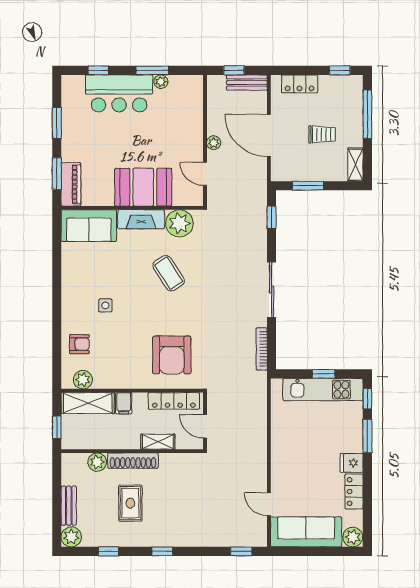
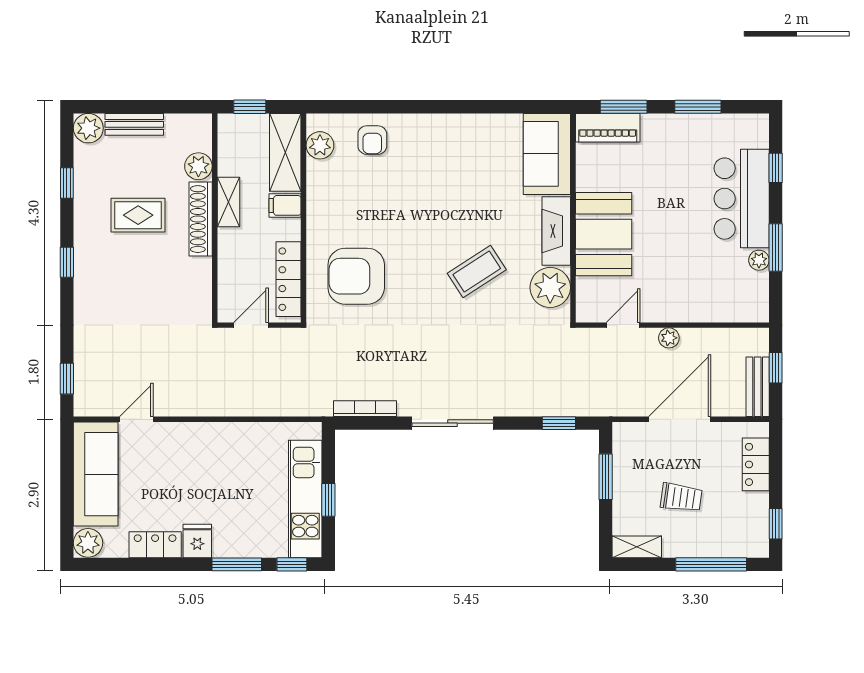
trolley: (322, 134) -> (681, 497), turned -82
side table: (105, 305) -> (429, 178), removed
shelving: (158, 442) -> (228, 202), moved

